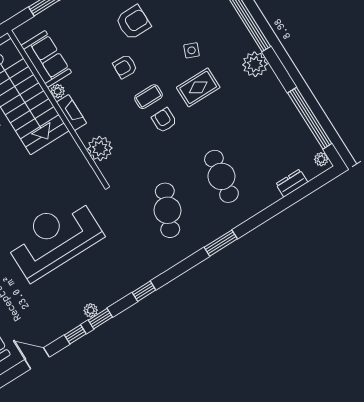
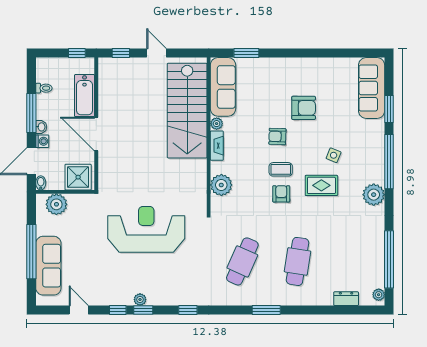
sofa: (46, 59) -> (223, 87), width x1.36

